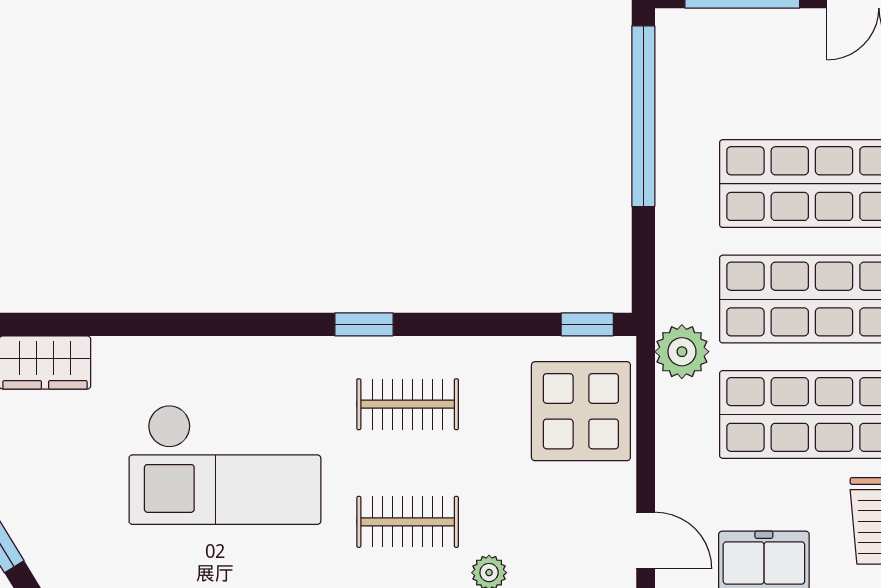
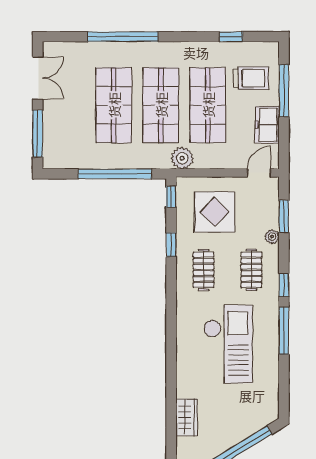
window: (643, 116) -> (115, 174), moved
window: (364, 324) -> (171, 245), moved
display table: (581, 411) -> (215, 212), moved

